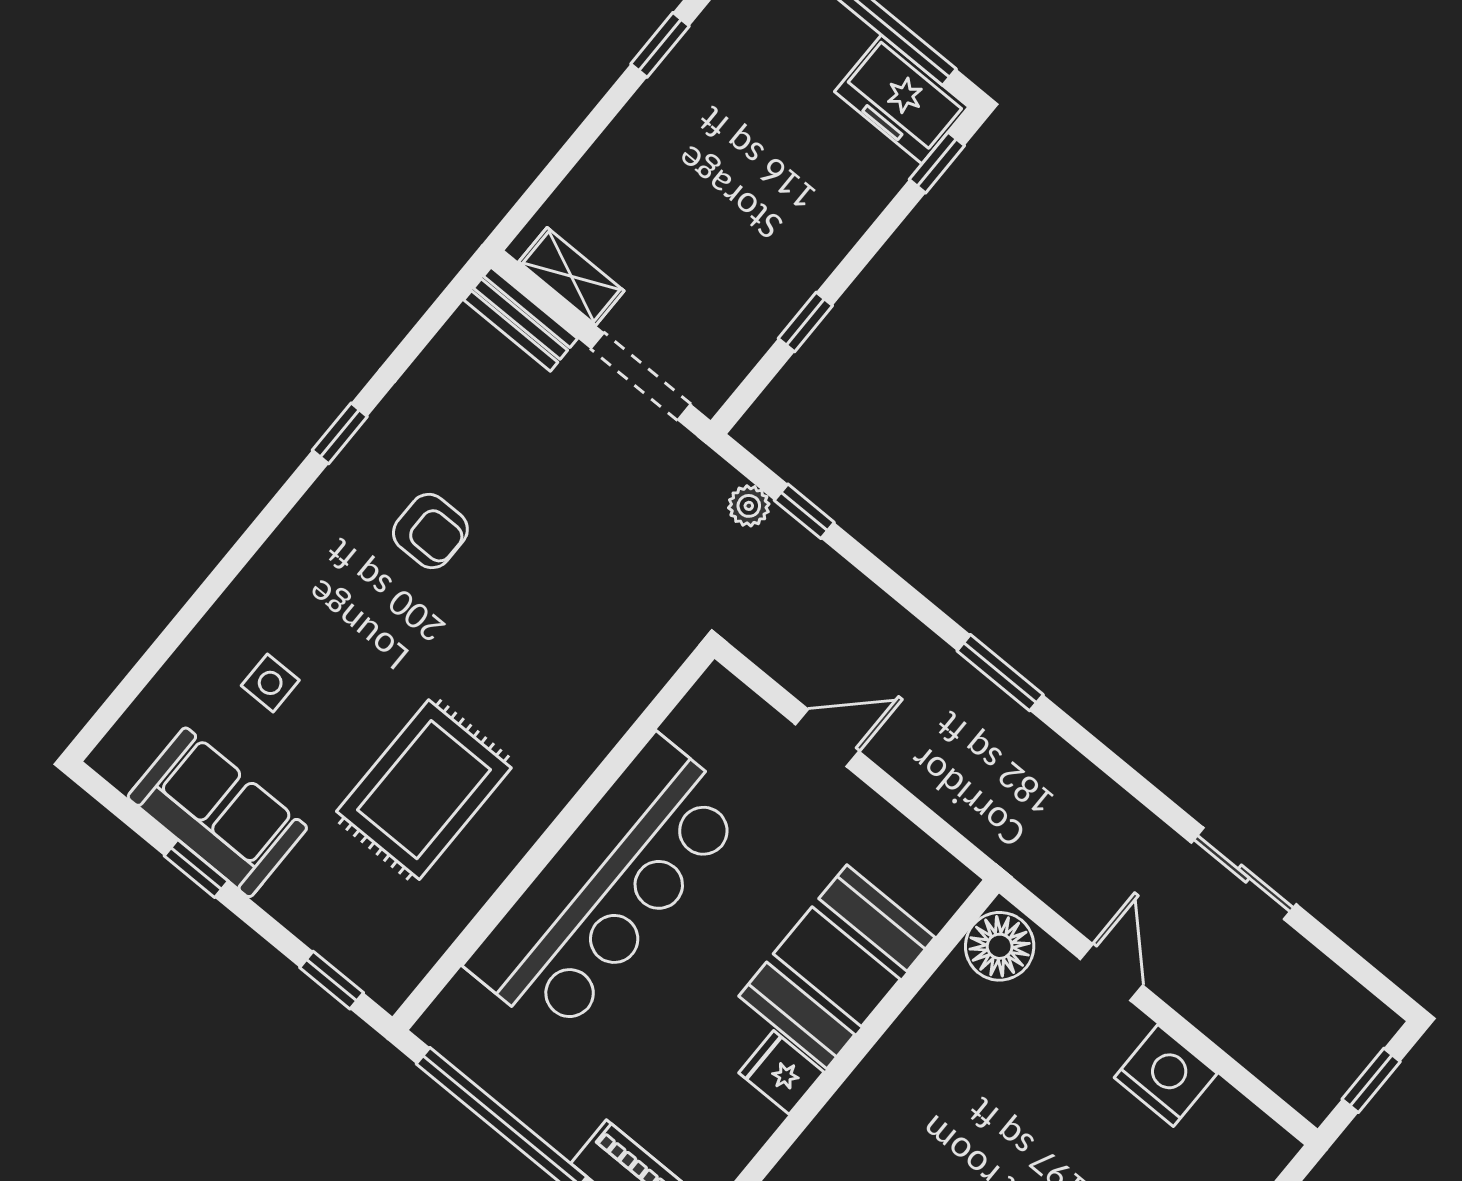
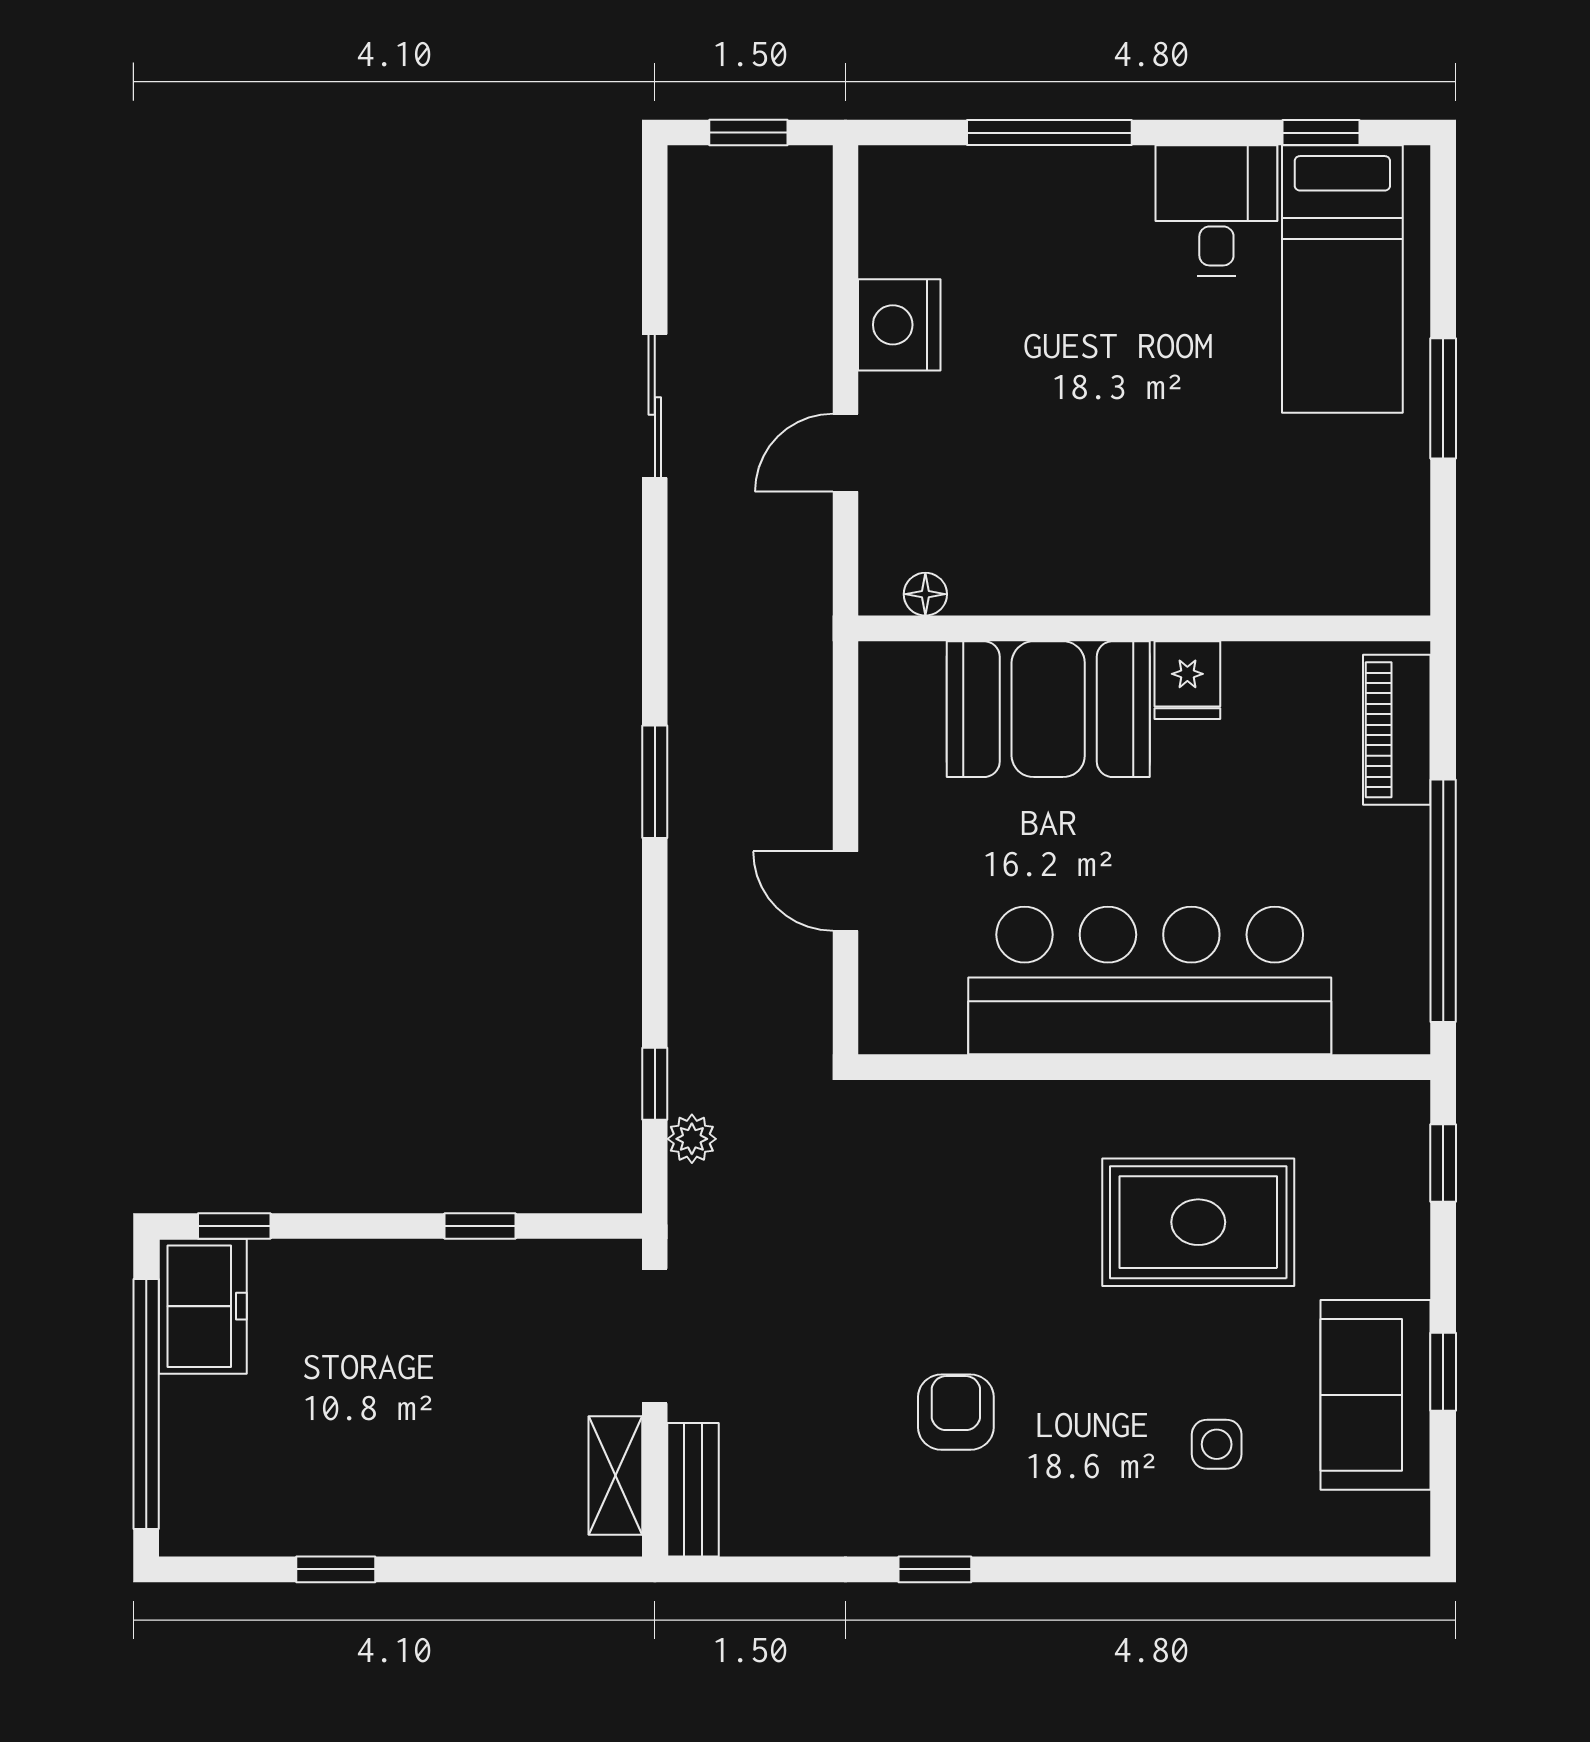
floor lamp: (1000, 946) -> (925, 594), width x0.53, depth x0.53

